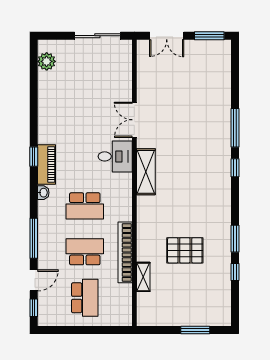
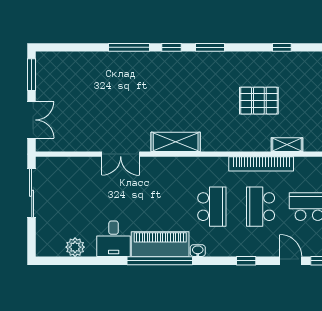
plant: (47, 61) -> (75, 247), moved
desk: (115, 156) -> (114, 239), moved, turned 180
window: (34, 157) -> (160, 261), width x3.17
piano: (46, 164) -> (160, 244), width x1.37, depth x1.33
window: (34, 238) -> (246, 261), width x0.46
window: (235, 239) -> (210, 47), moved
pallet: (185, 250) -> (259, 101), turned 90

